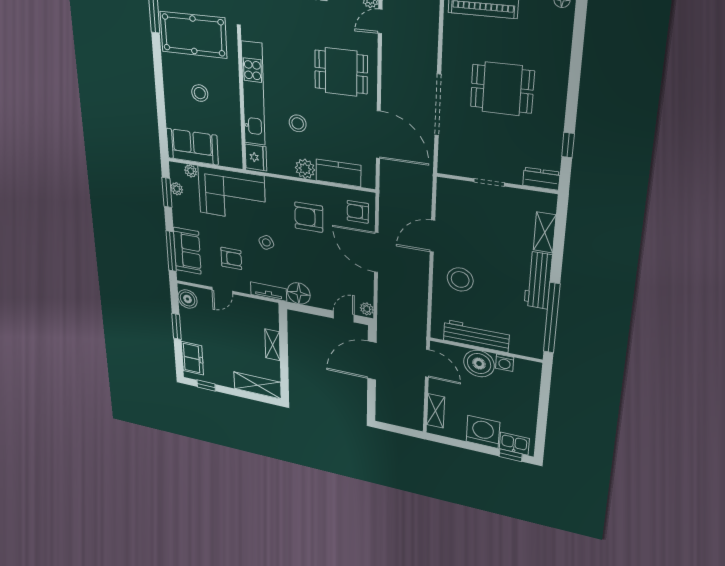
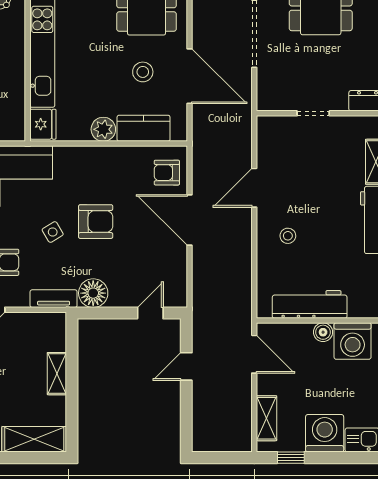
stool: (298, 123) -> (143, 72), moved
armchair: (309, 217) -> (96, 222), moved, turned 180
stool: (460, 279) -> (288, 236), width x0.53, depth x0.53
plant: (367, 309) -> (179, 297), removed
door: (372, 361) -> (186, 366), width x0.53
washing machine: (505, 363) -> (353, 341), width x1.89, depth x1.89
boiler: (479, 364) -> (323, 332), width x0.54, depth x0.54
window: (511, 455) -> (291, 458), moved

